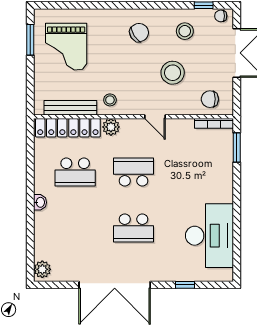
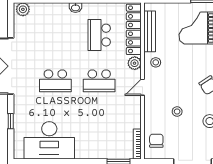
stool: (173, 73) -> (177, 112), width x0.53, depth x0.53
door: (155, 117) -> (143, 87), moved
school desk: (134, 172) -> (99, 81), turned 90
school desk: (134, 228) -> (55, 81), turned -90

